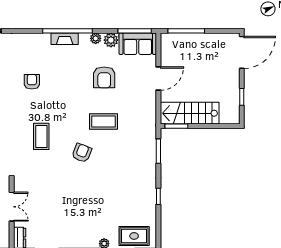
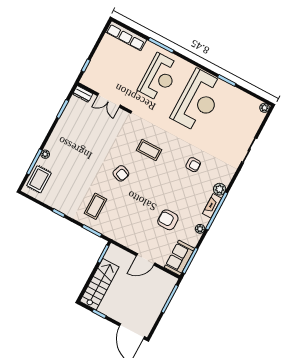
plant: (111, 40) -> (220, 189), moved
door: (158, 79) -> (146, 259), hinge flipped
stairs: (190, 113) -> (99, 284), moved
coffee table: (103, 121) -> (95, 206), moved

